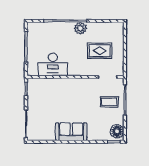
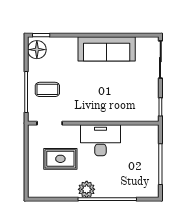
desk: (53, 64) -> (100, 140), moved
sofa: (71, 132) -> (107, 49), width x1.36

